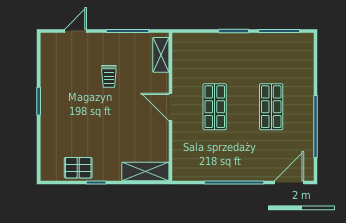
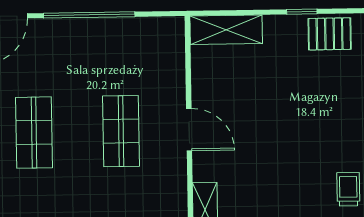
trolley: (109, 76) -> (348, 189), moved

